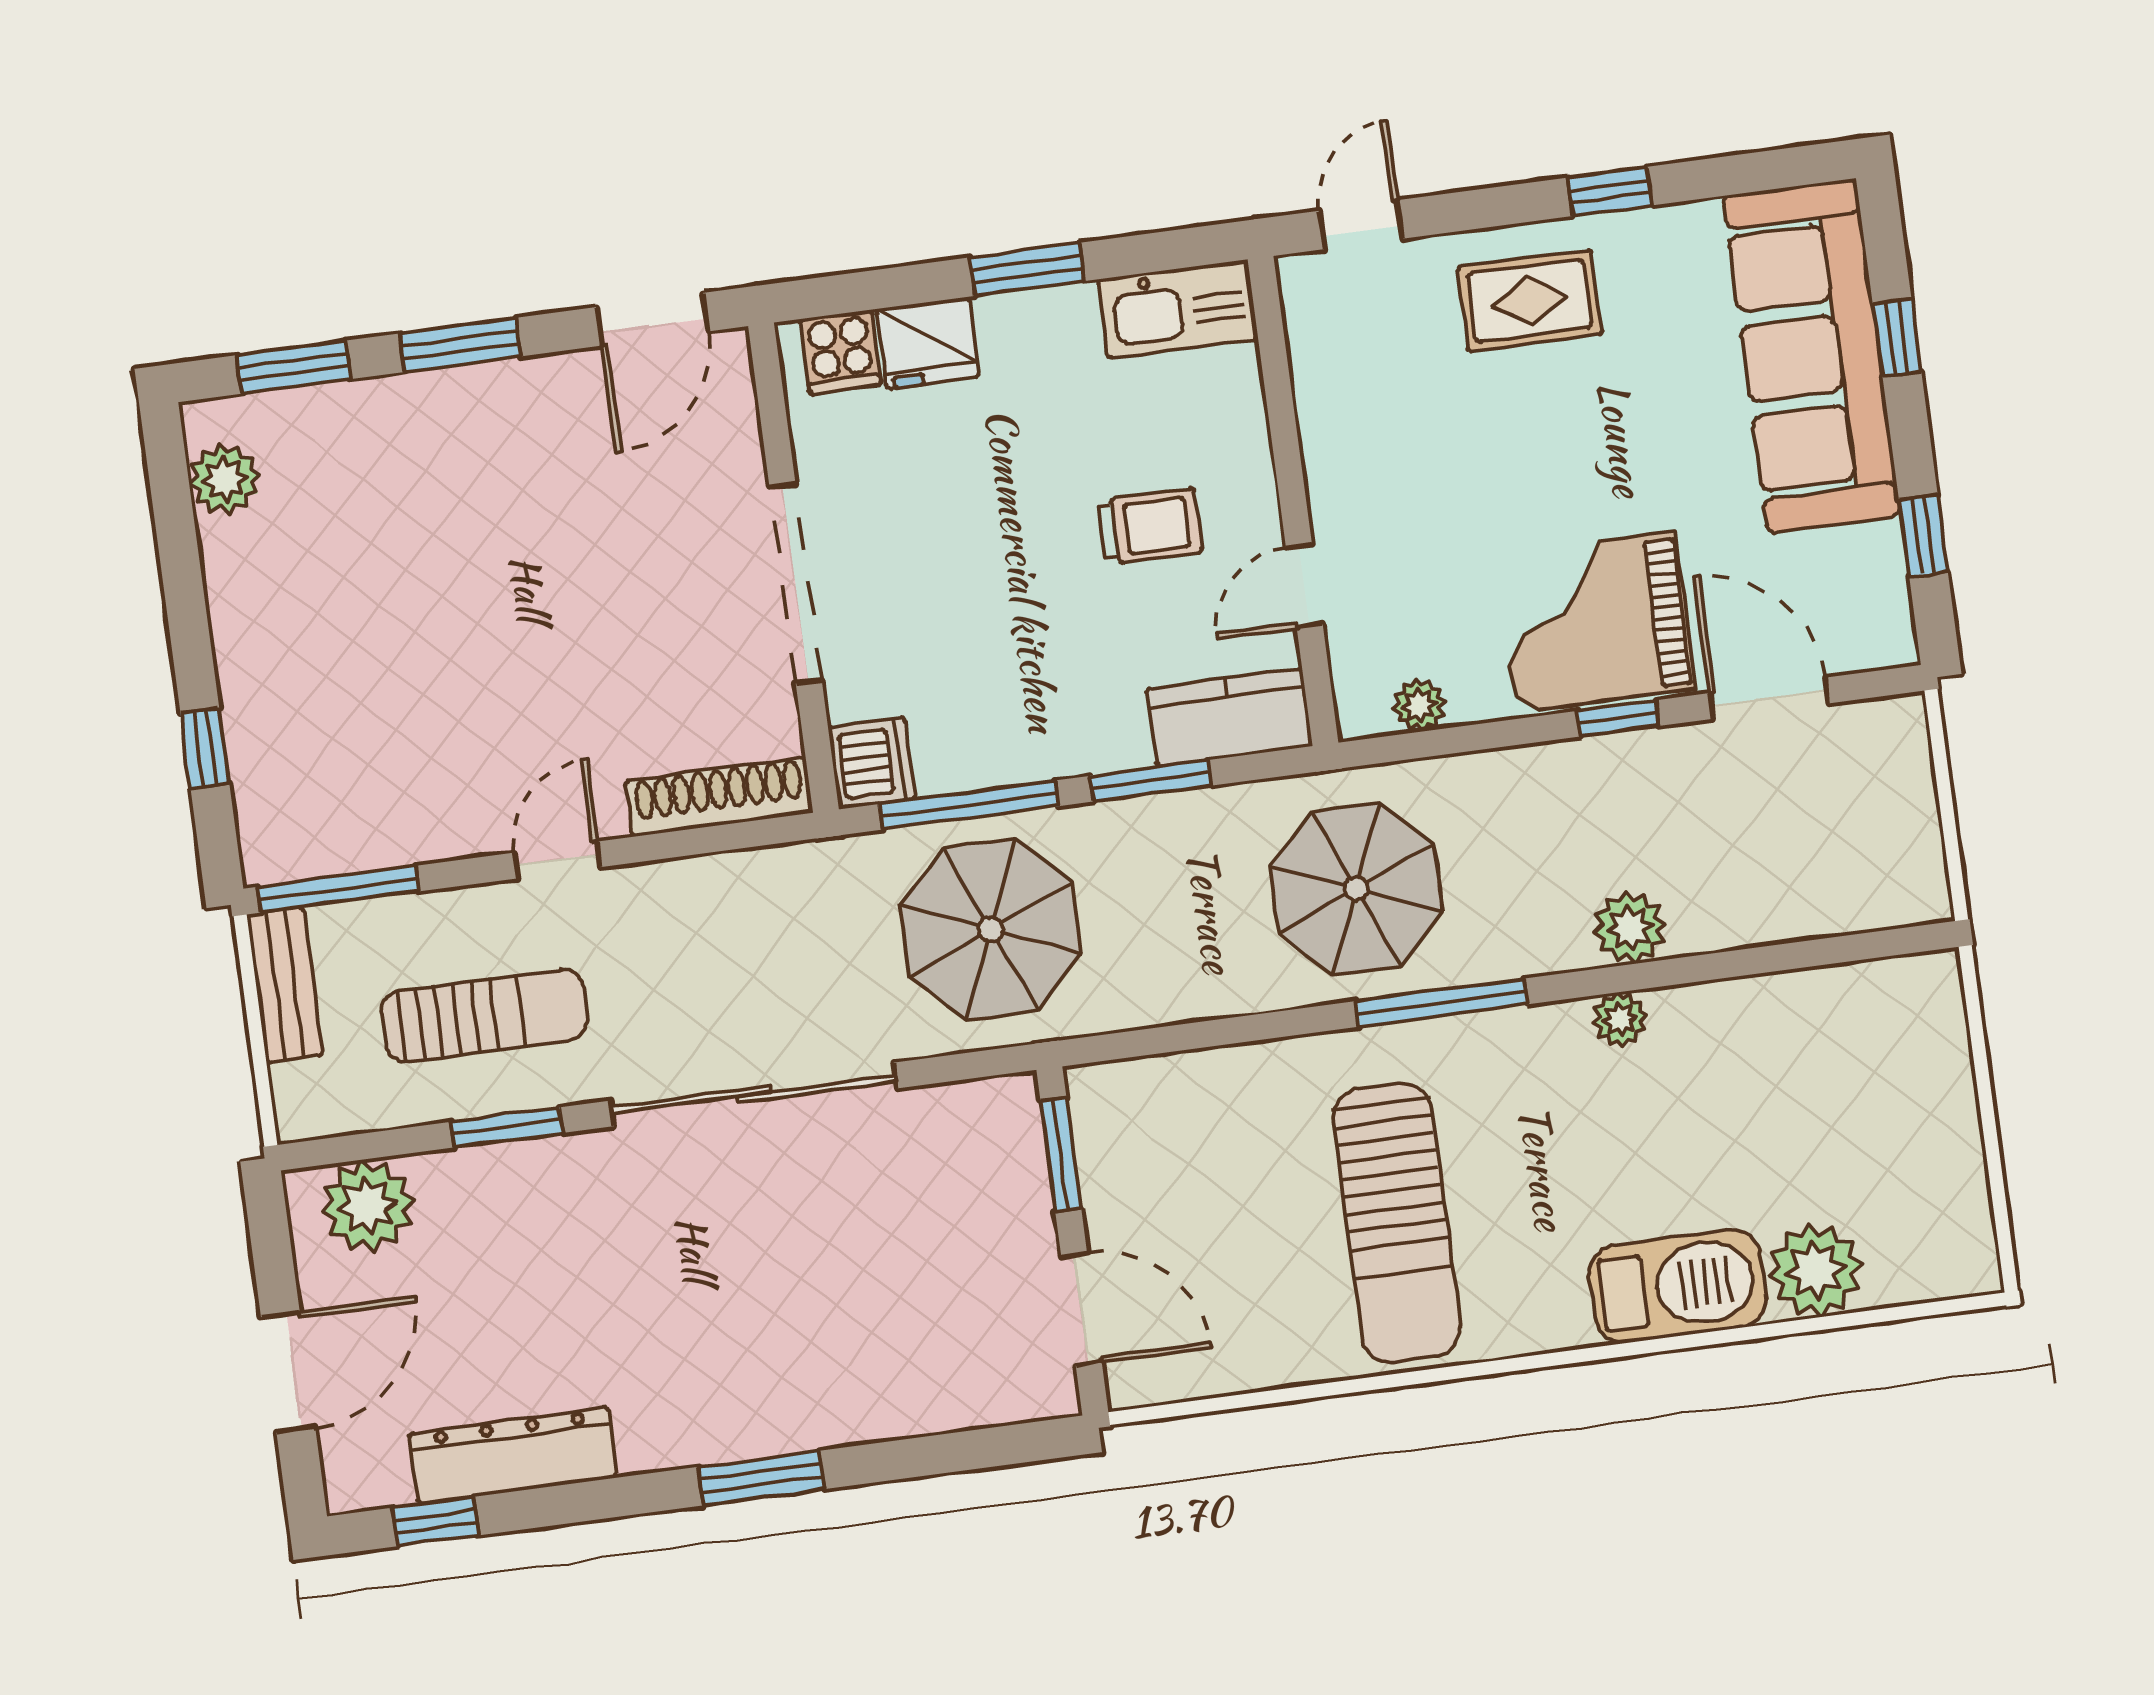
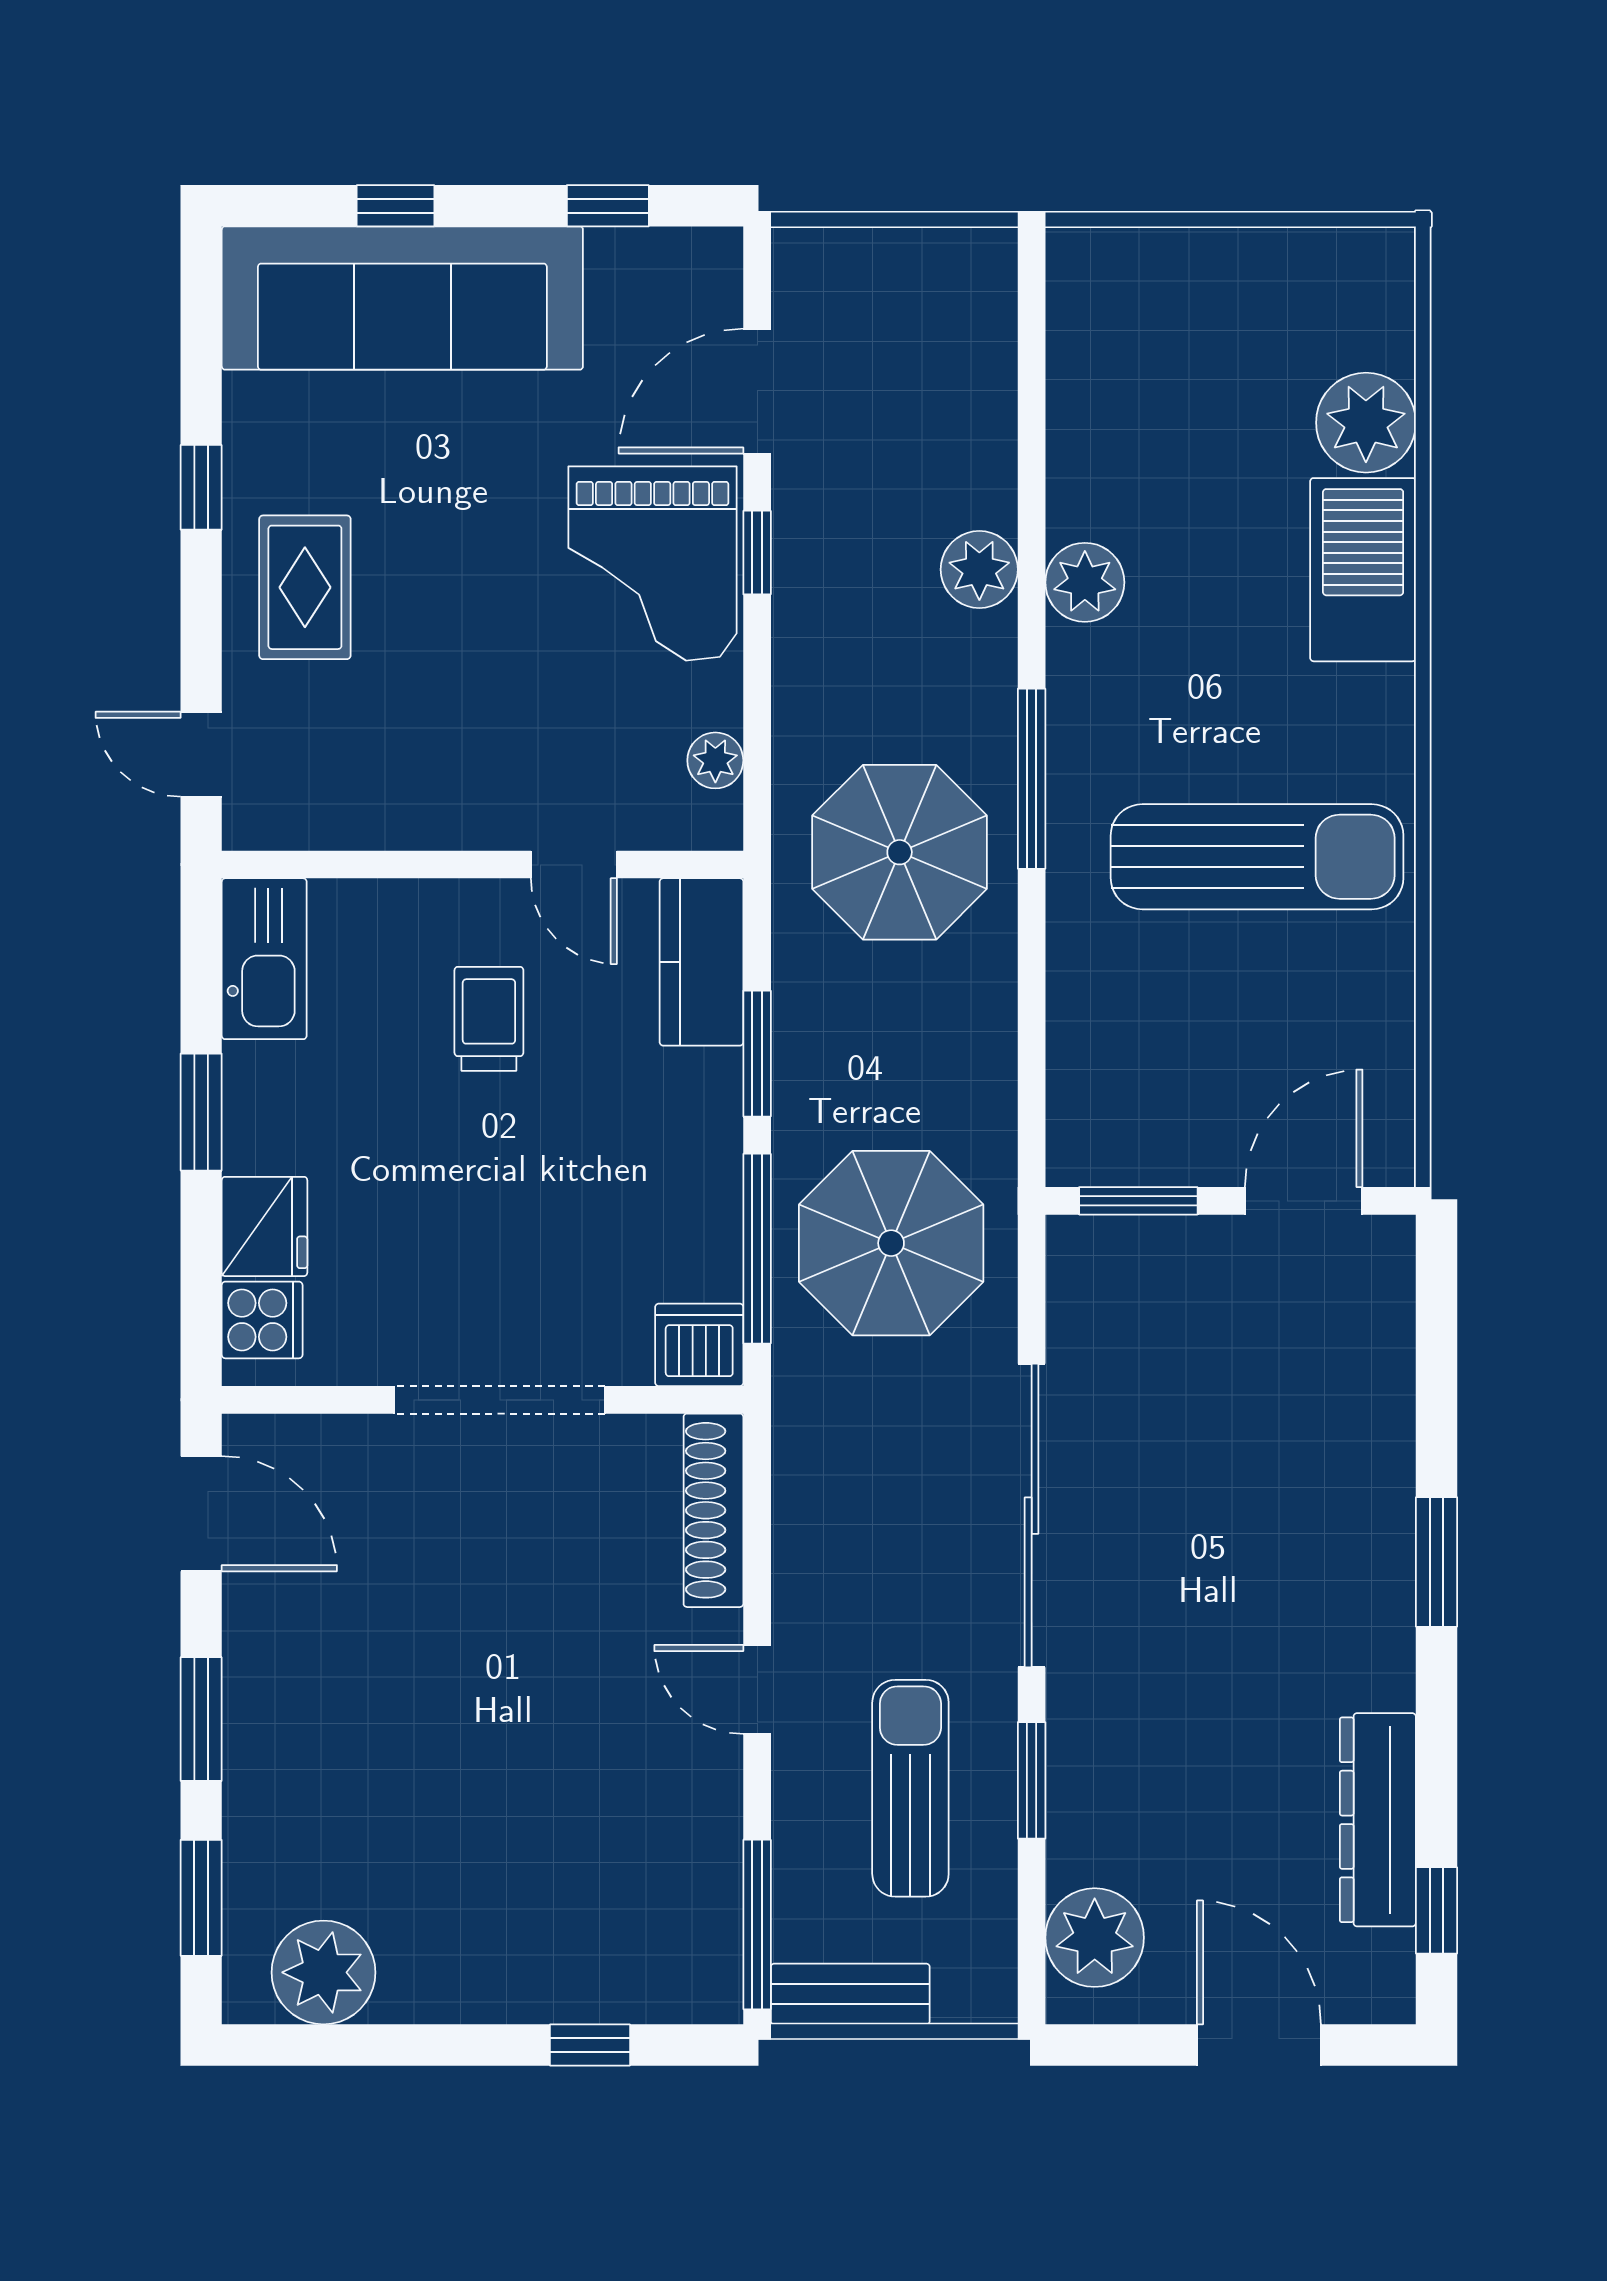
plant: (225, 479) -> (323, 1972), width x1.36, depth x1.36
plant: (1620, 1019) -> (1085, 582), width x1.38, depth x1.38

